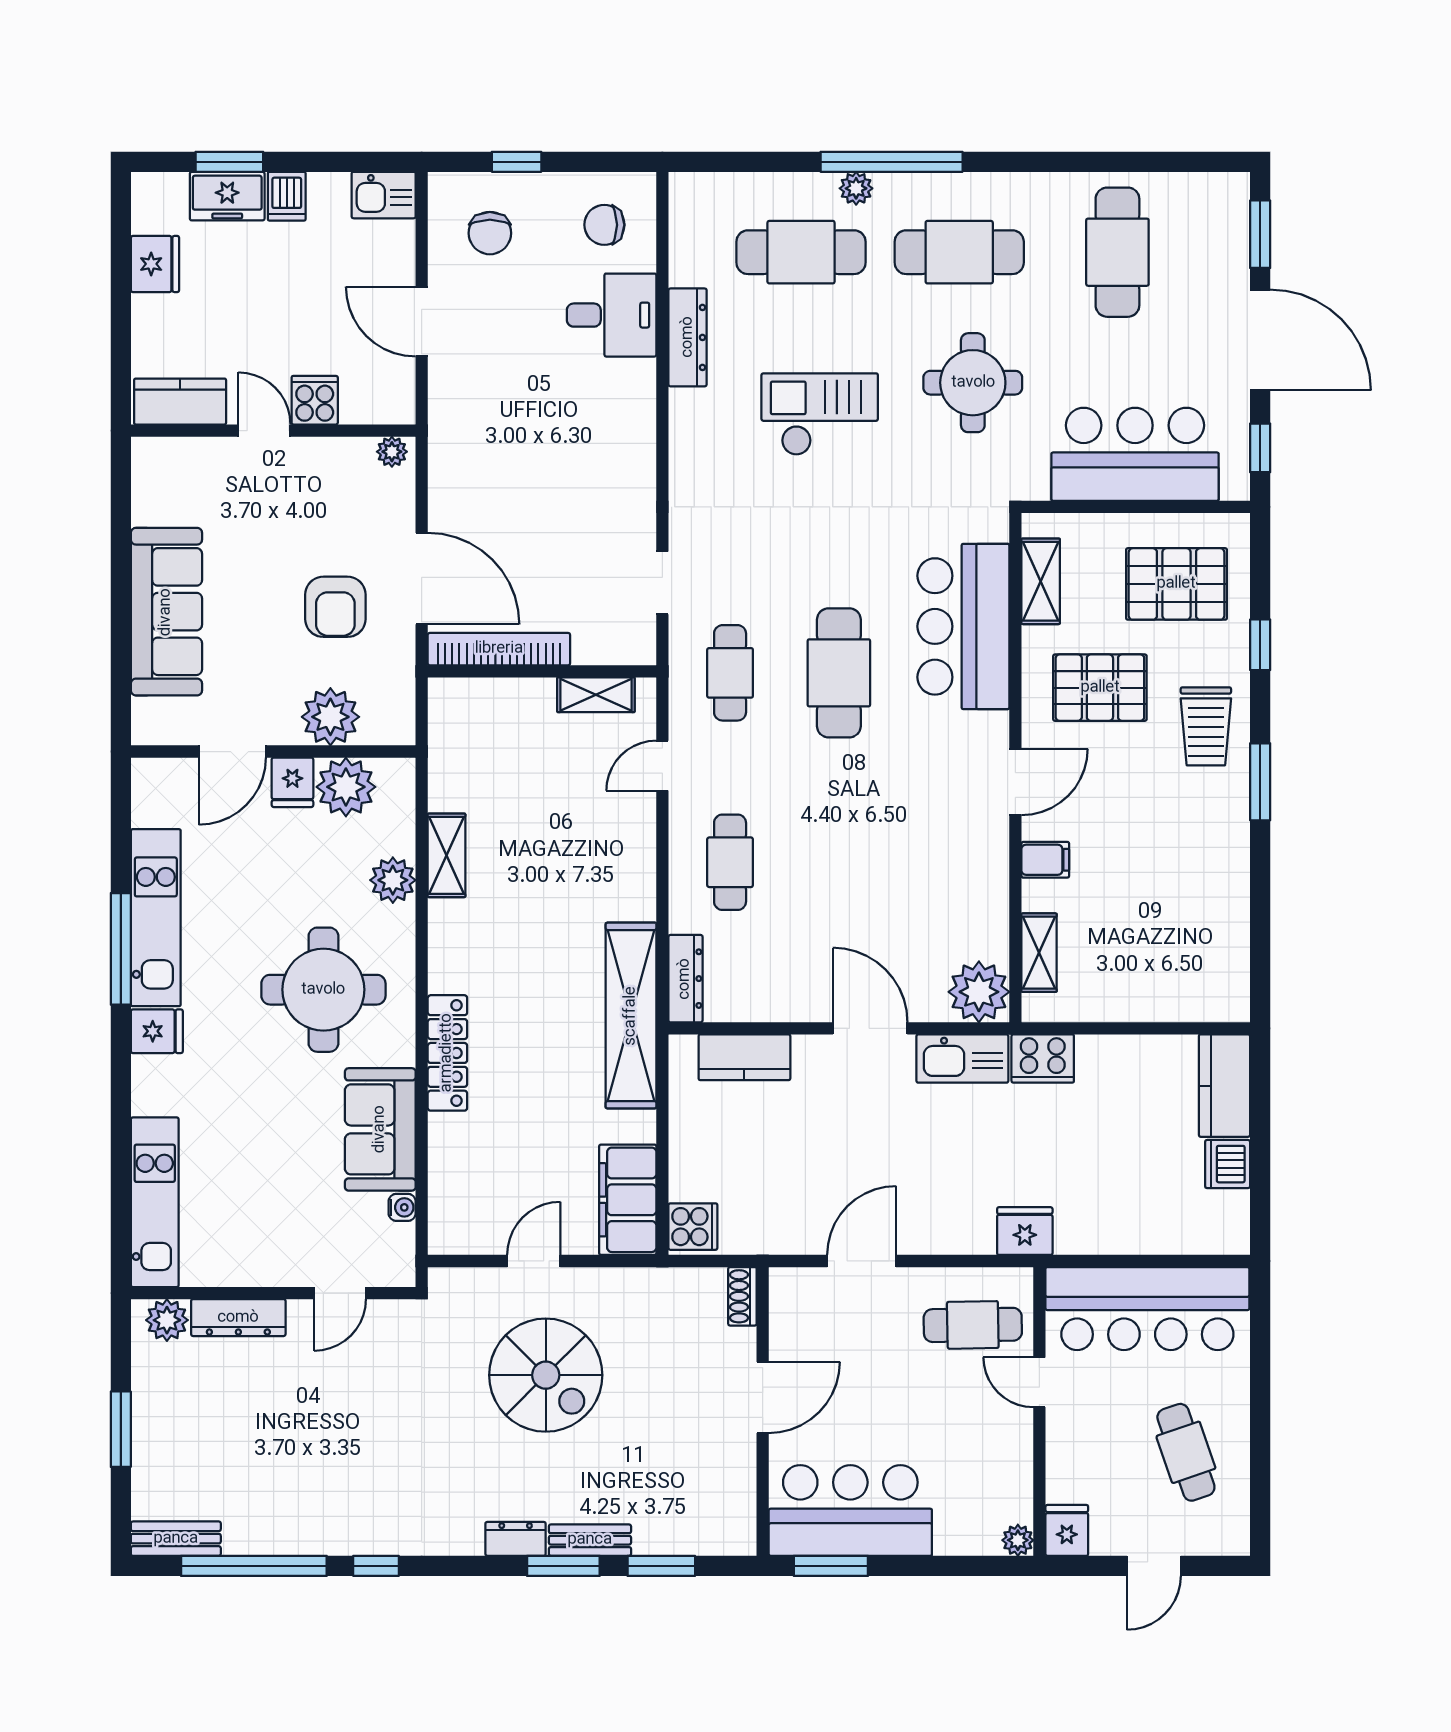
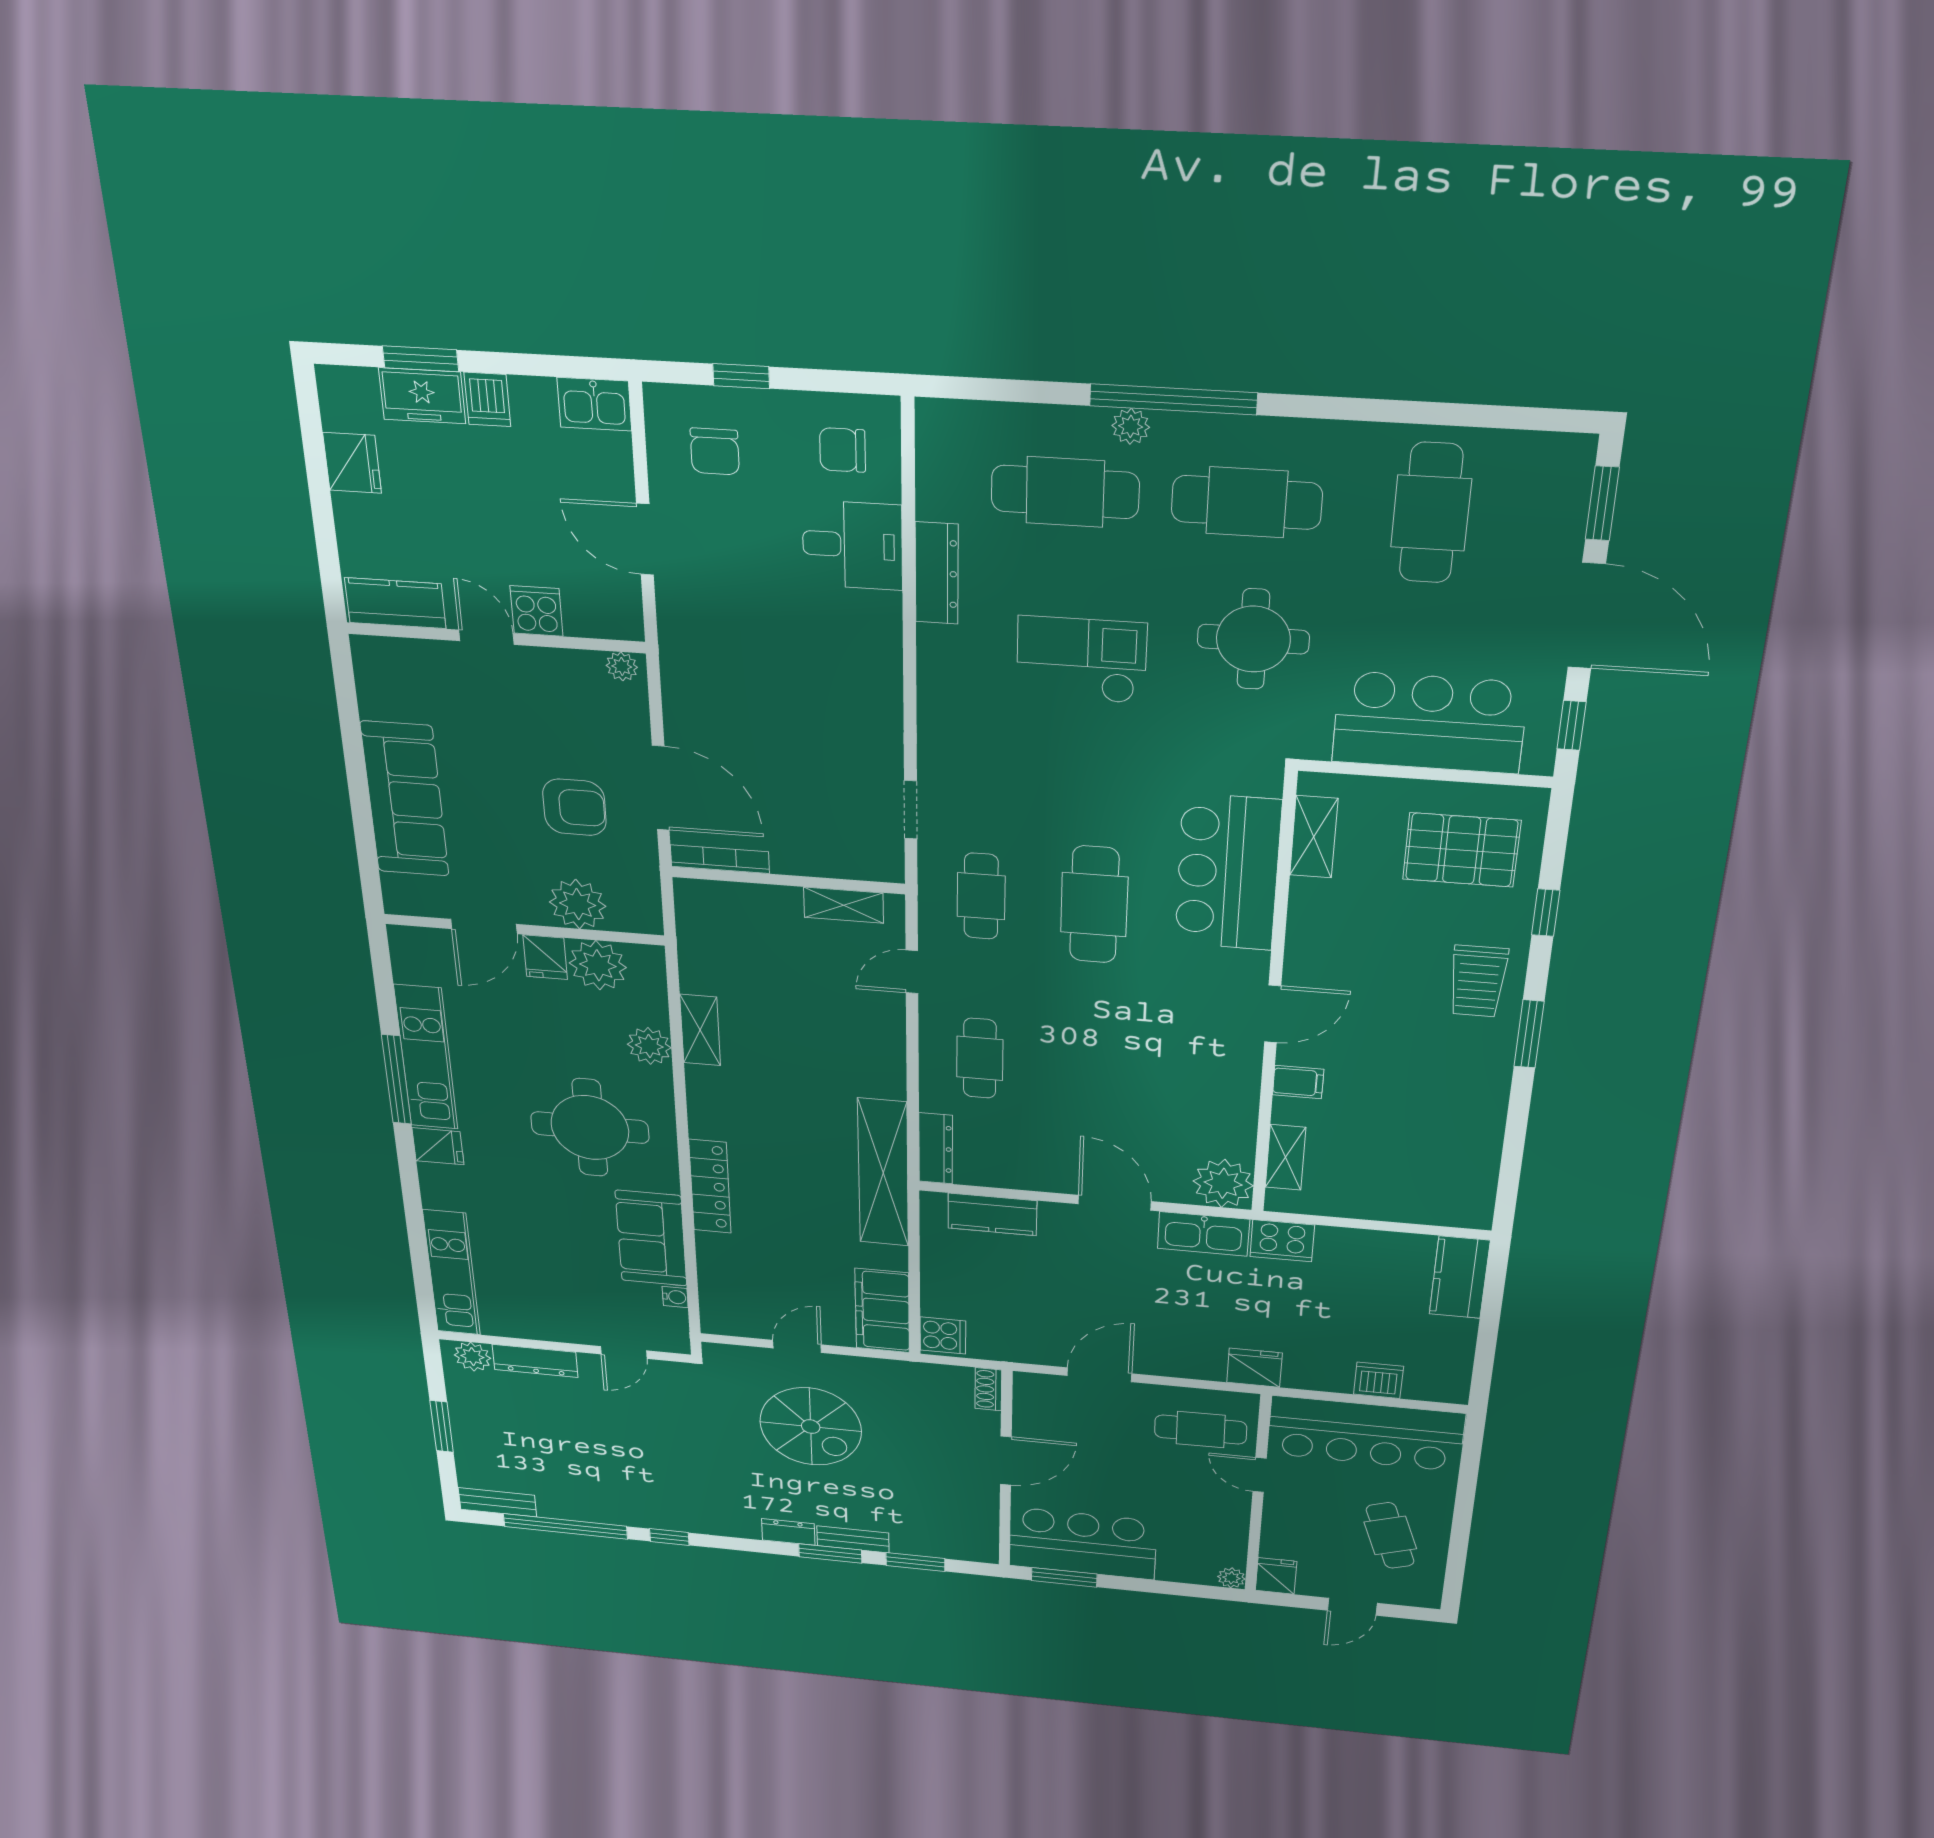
armchair: (335, 607) -> (575, 807), turned -90
bookcase: (499, 649) -> (720, 859), width x0.68, depth x0.76
pallet: (1100, 688) -> (1369, 938), removed
dishwasher: (1228, 1164) -> (1379, 1380), moved, turned 90

